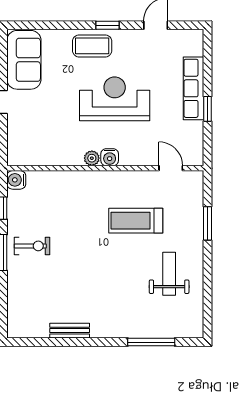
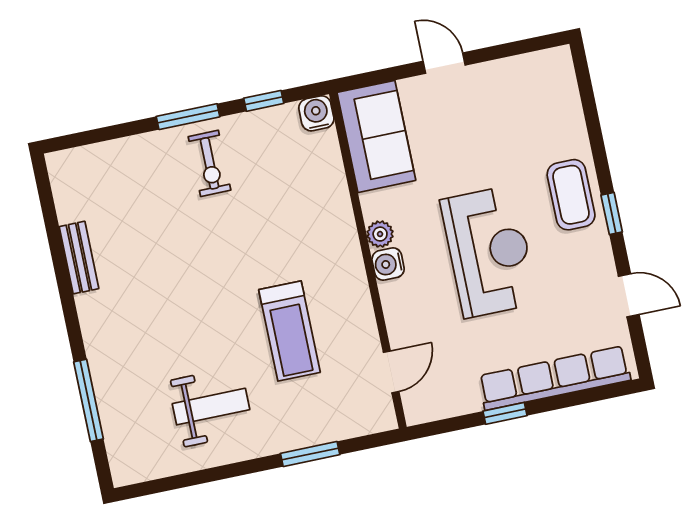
sofa: (24, 60) -> (376, 136), moved, turned -90
row of seats: (193, 88) -> (554, 378), width x1.36
treadmill: (136, 221) -> (290, 331), turned 180

